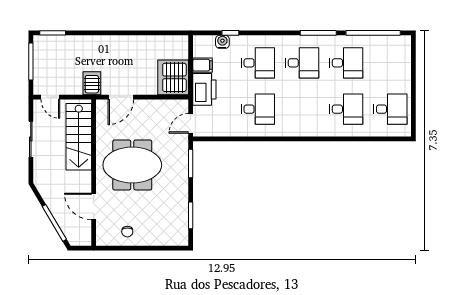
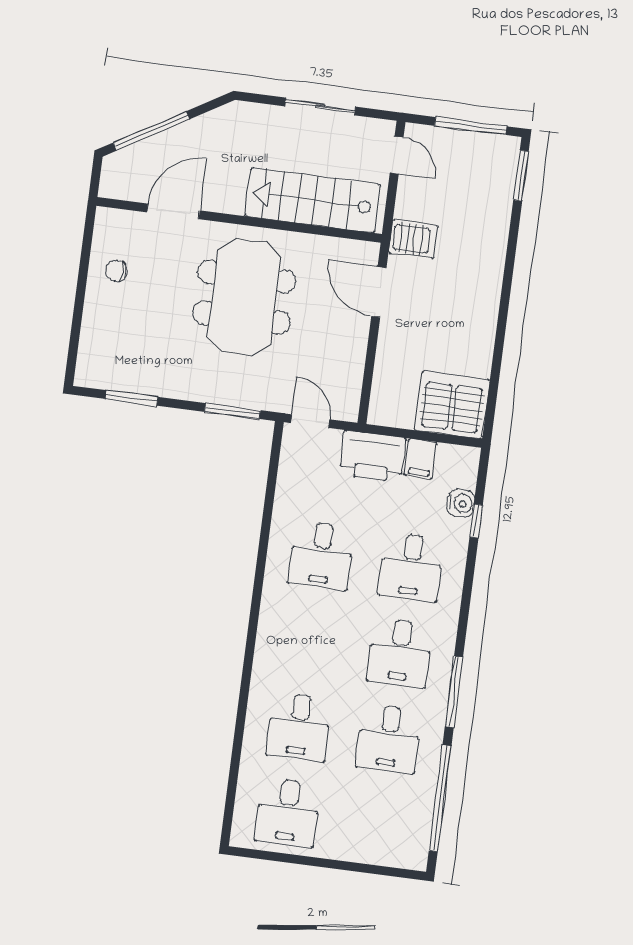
server rack: (173, 77) -> (452, 405), moved
door: (50, 97) -> (397, 155), swing flipped

